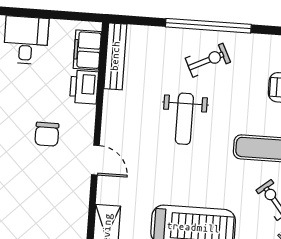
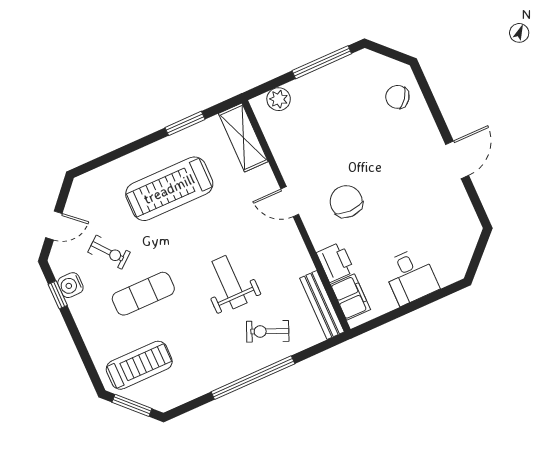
exercise bike: (208, 60) -> (268, 331), moved, turned 49
chair: (47, 134) -> (346, 202), width x1.37, depth x1.37

